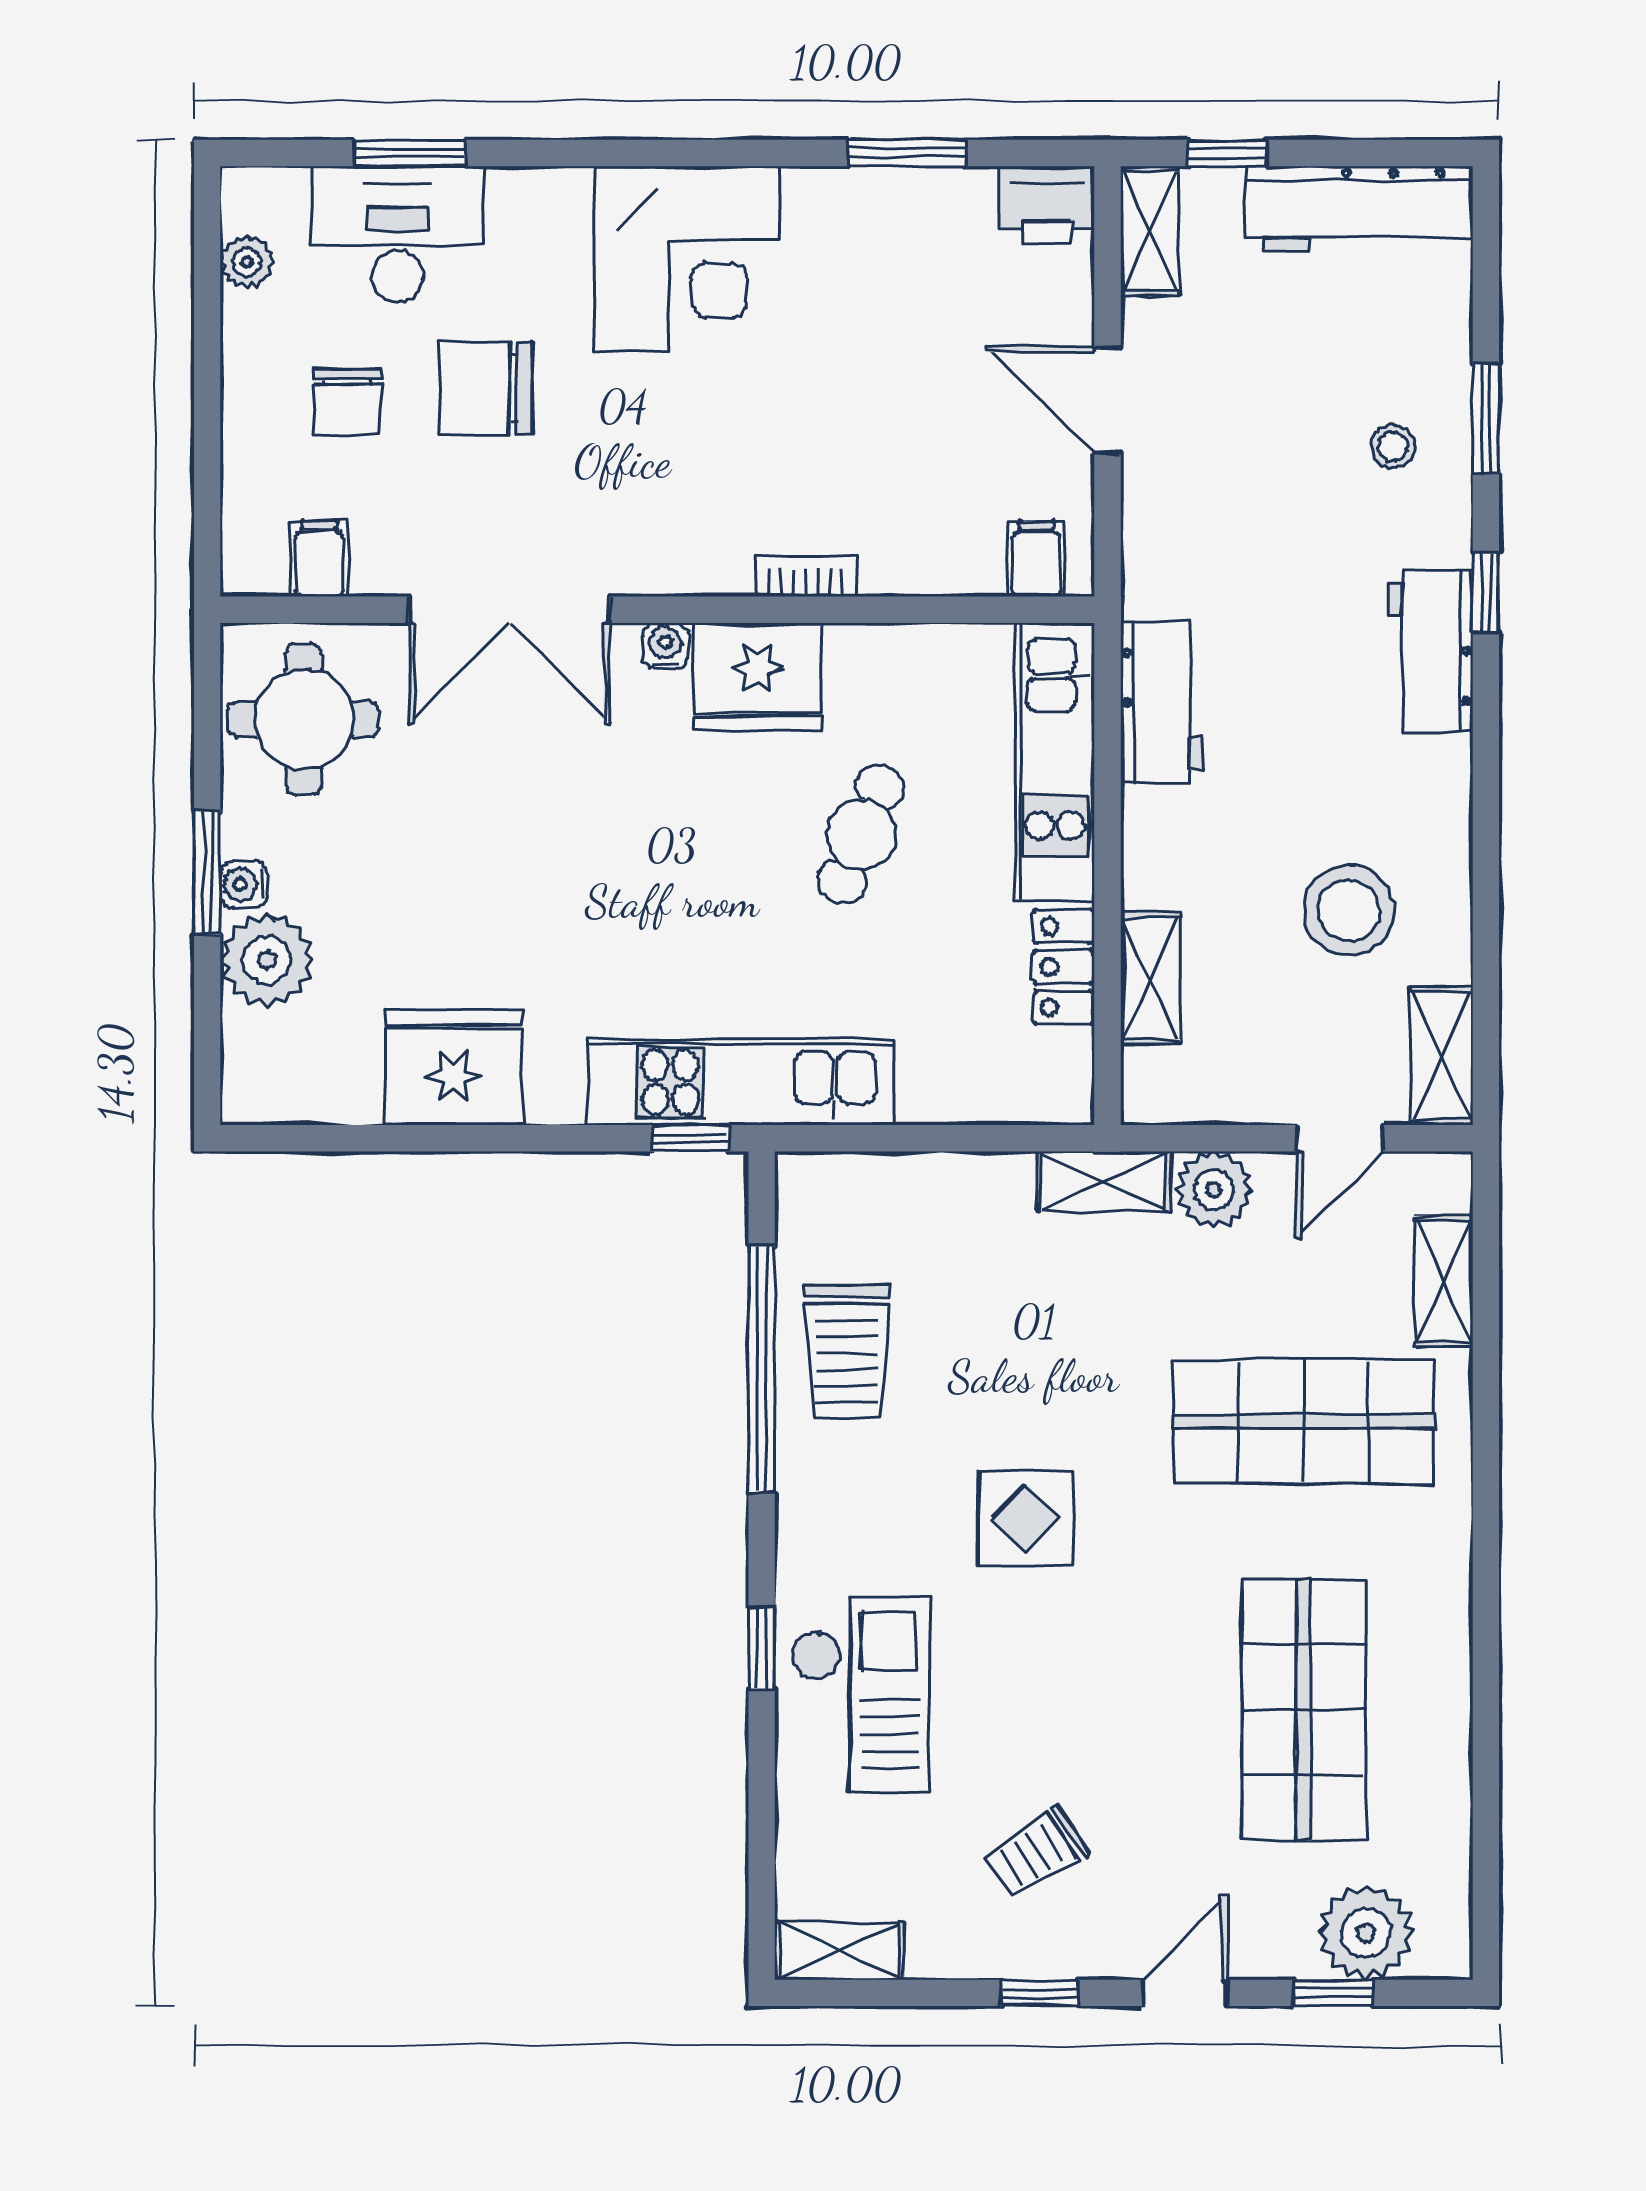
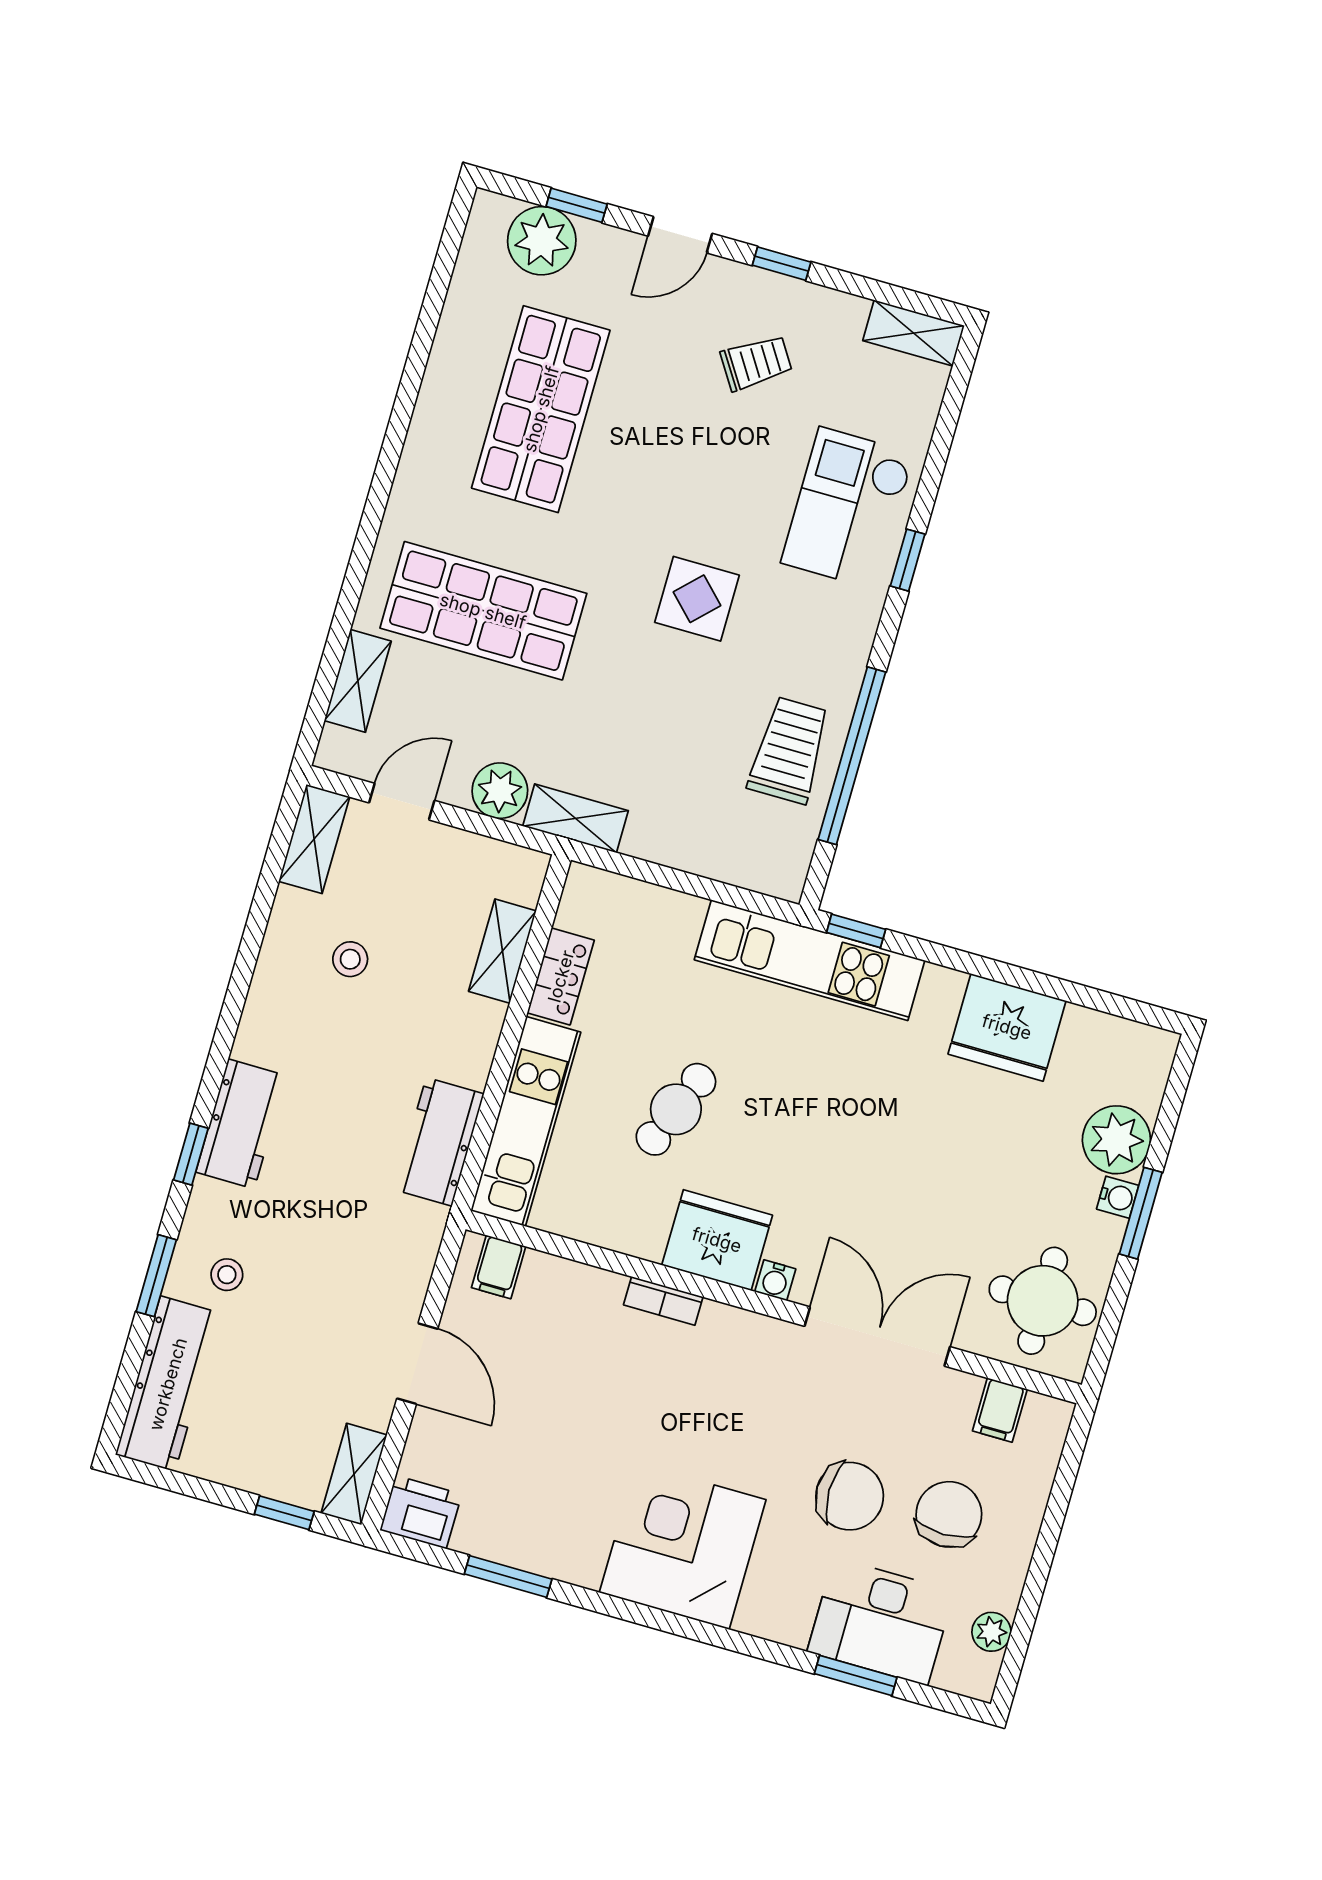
workbench: (1359, 209) -> (168, 1384), moved, turned 90
chair: (347, 401) -> (949, 1514), width x1.37, depth x1.37
stool: (1349, 910) -> (350, 959), width x0.53, depth x0.53

